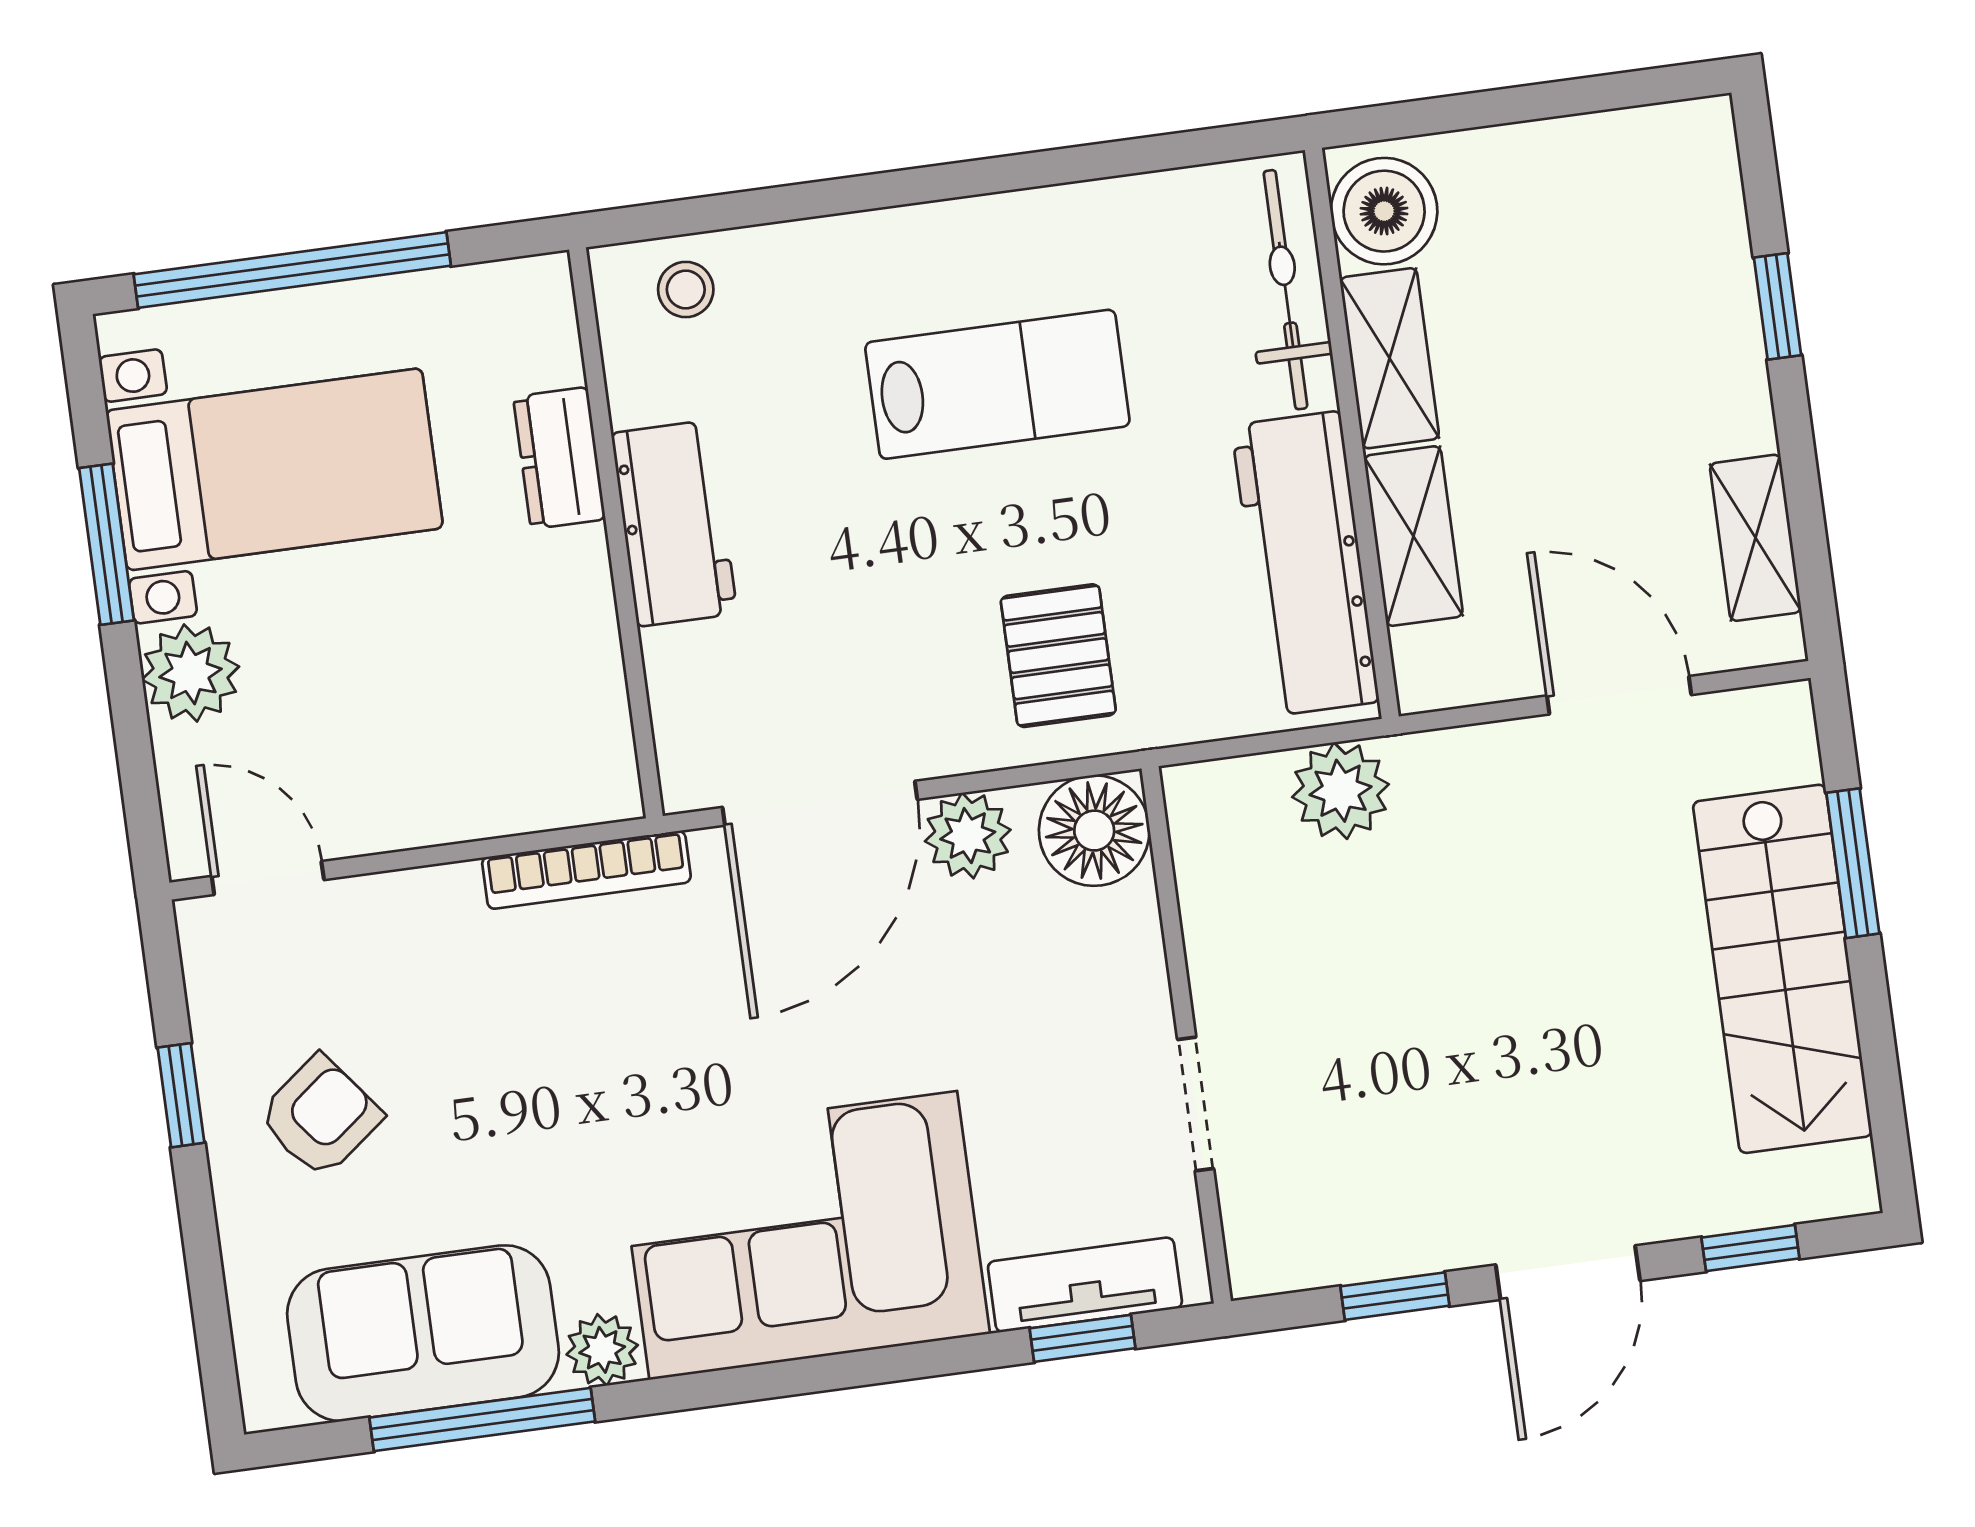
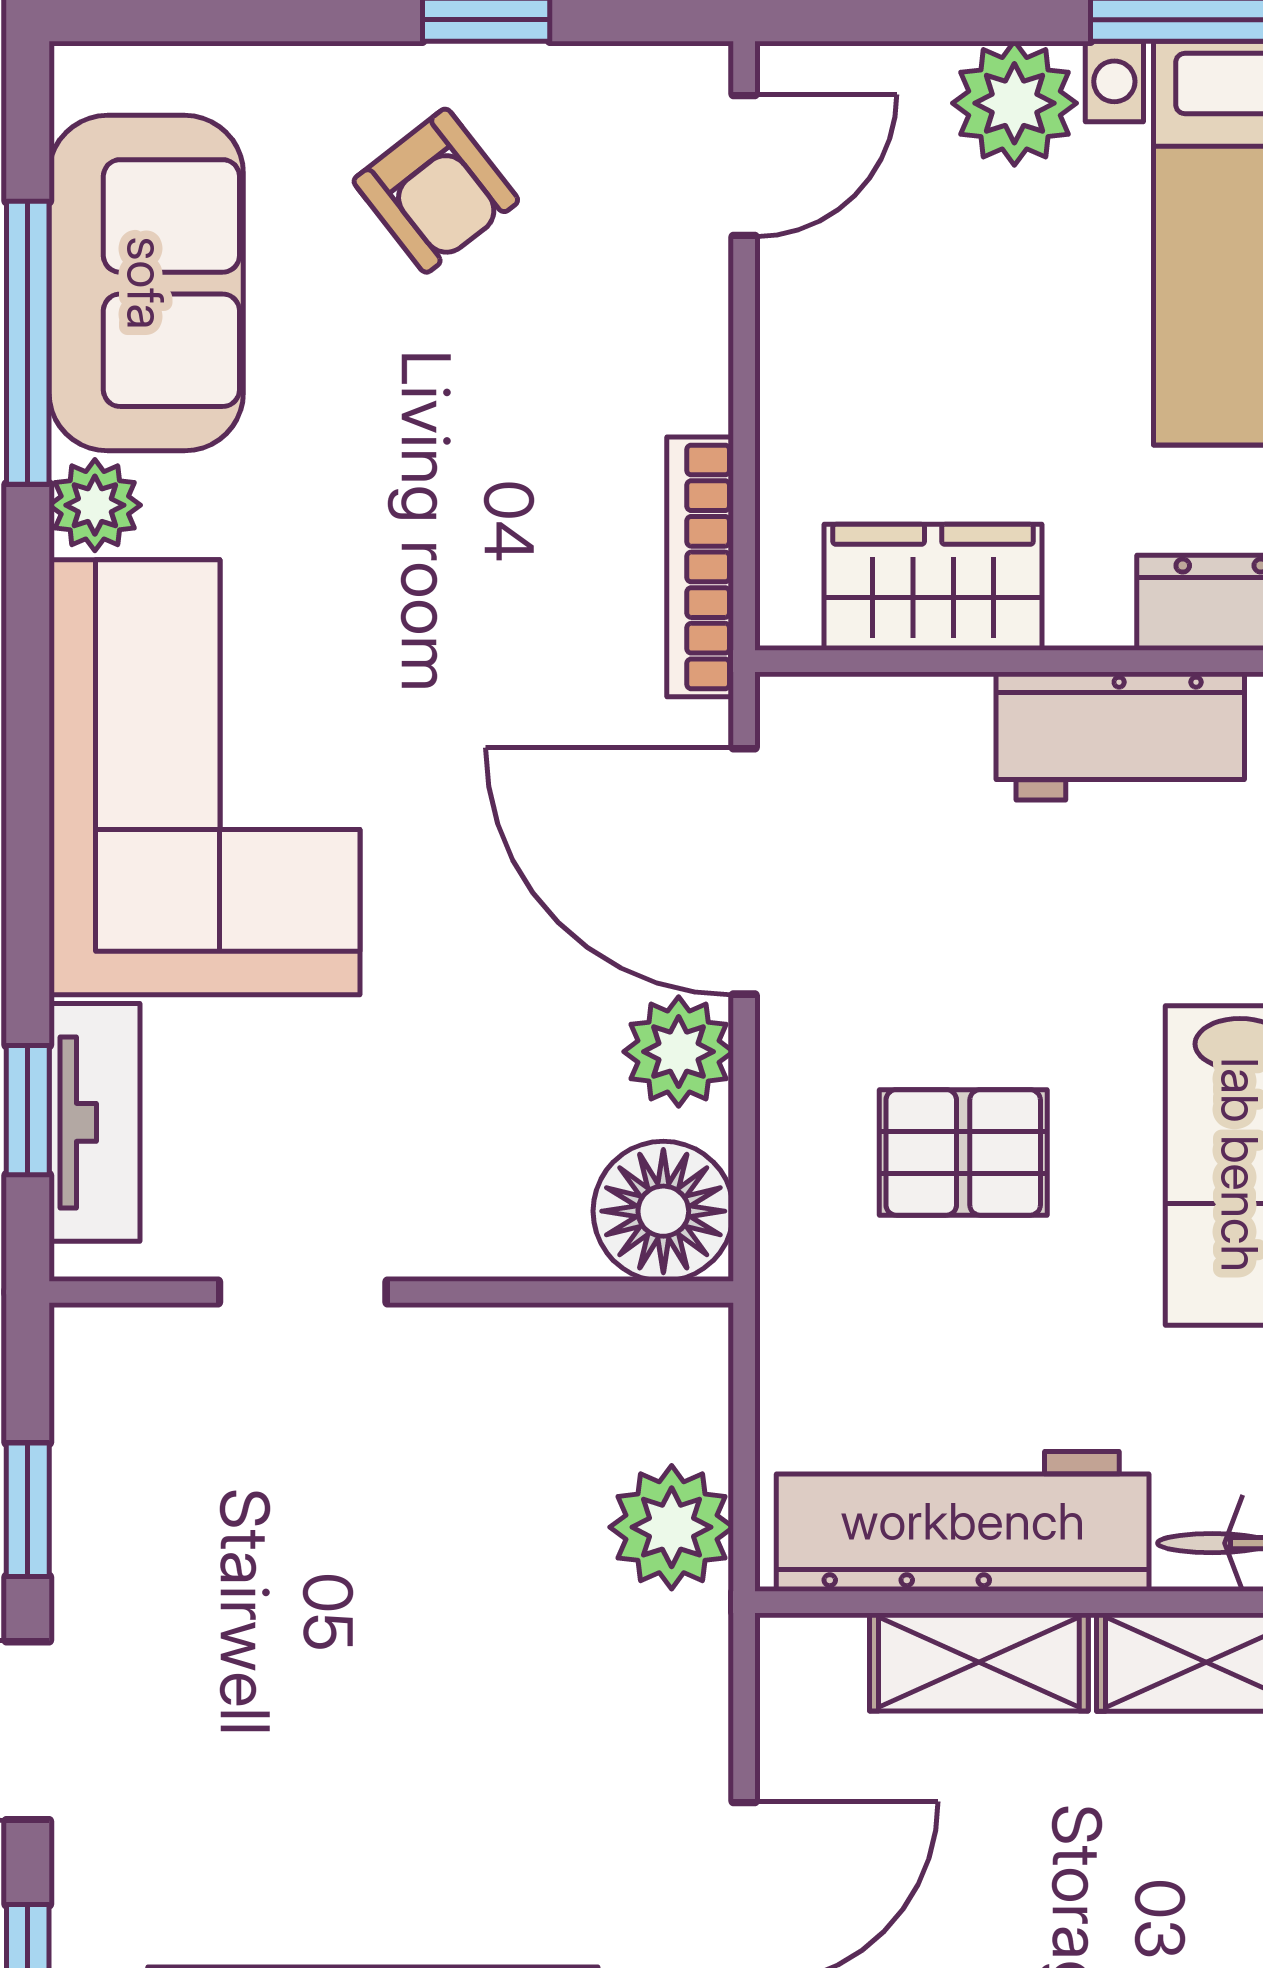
pallet: (1058, 656) -> (963, 1152), moved
wardrobe: (578, 686) -> (933, 587), added

